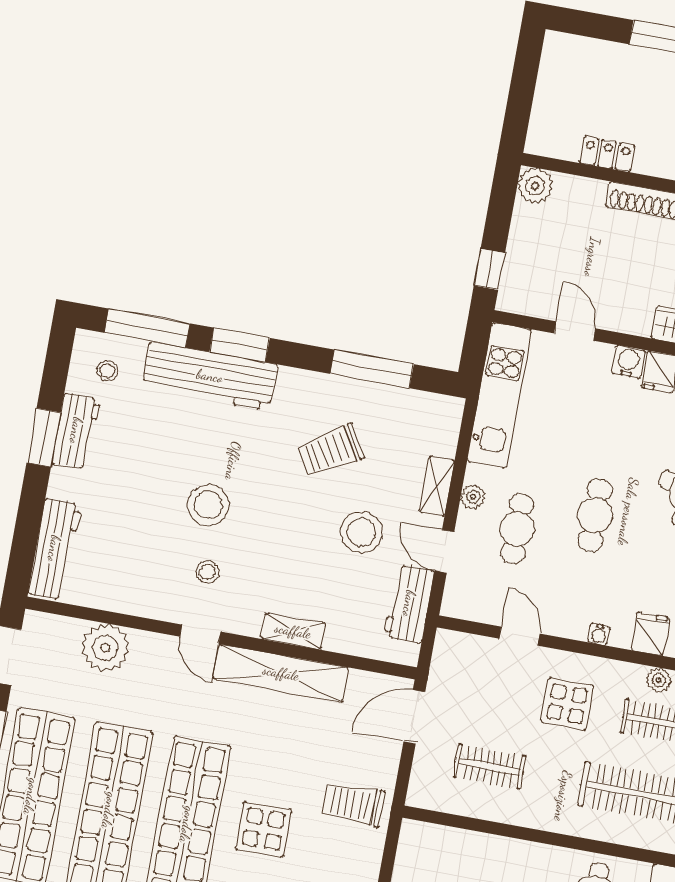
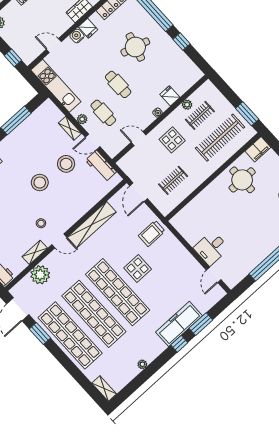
trolley: (330, 451) -> (32, 154), removed
stool: (208, 505) -> (40, 183), moved
shelving: (293, 631) -> (35, 252), moved

